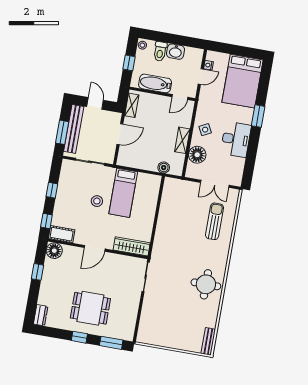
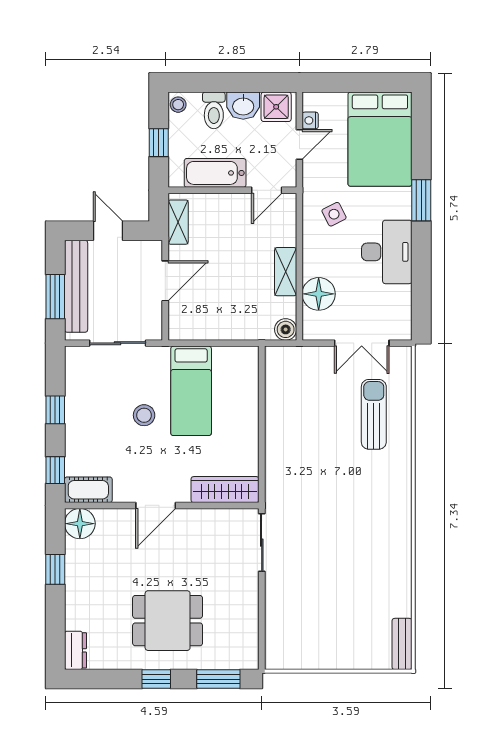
shower: (192, 55) -> (276, 107), added
side table: (205, 130) -> (334, 214), moved
boiler: (164, 168) -> (286, 329), moved
round table: (206, 284) -> (379, 537), removed

